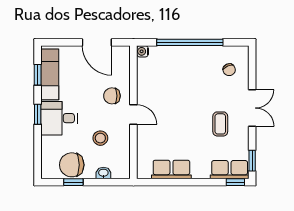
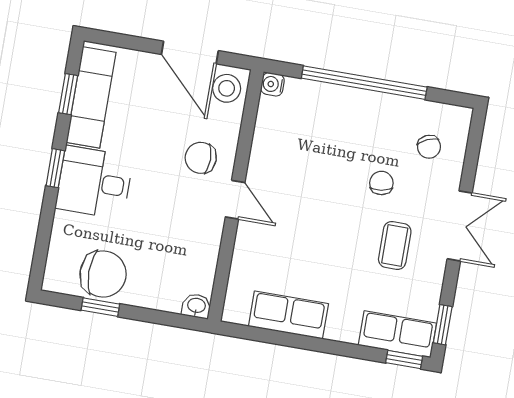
chair: (208, 93) -> (381, 183), added
stool: (100, 138) -> (227, 88), moved
chair: (72, 165) -> (103, 274), turned 180
washbasin: (103, 173) -> (196, 306), moved

